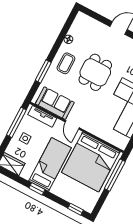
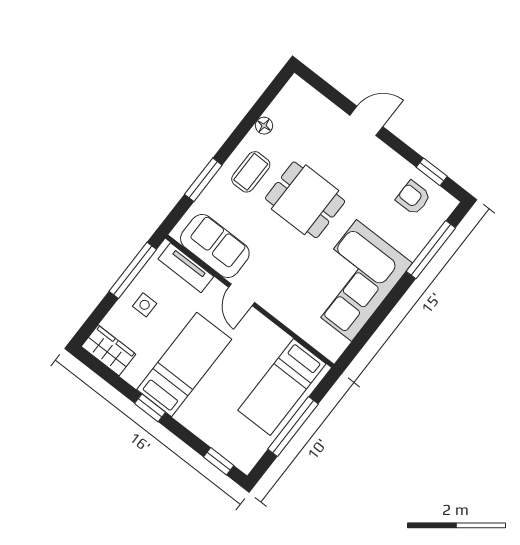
dining table: (95, 72) -> (305, 200), turned 90
bed: (91, 162) -> (282, 387), width x0.49
window: (115, 175) -> (293, 427), moved

